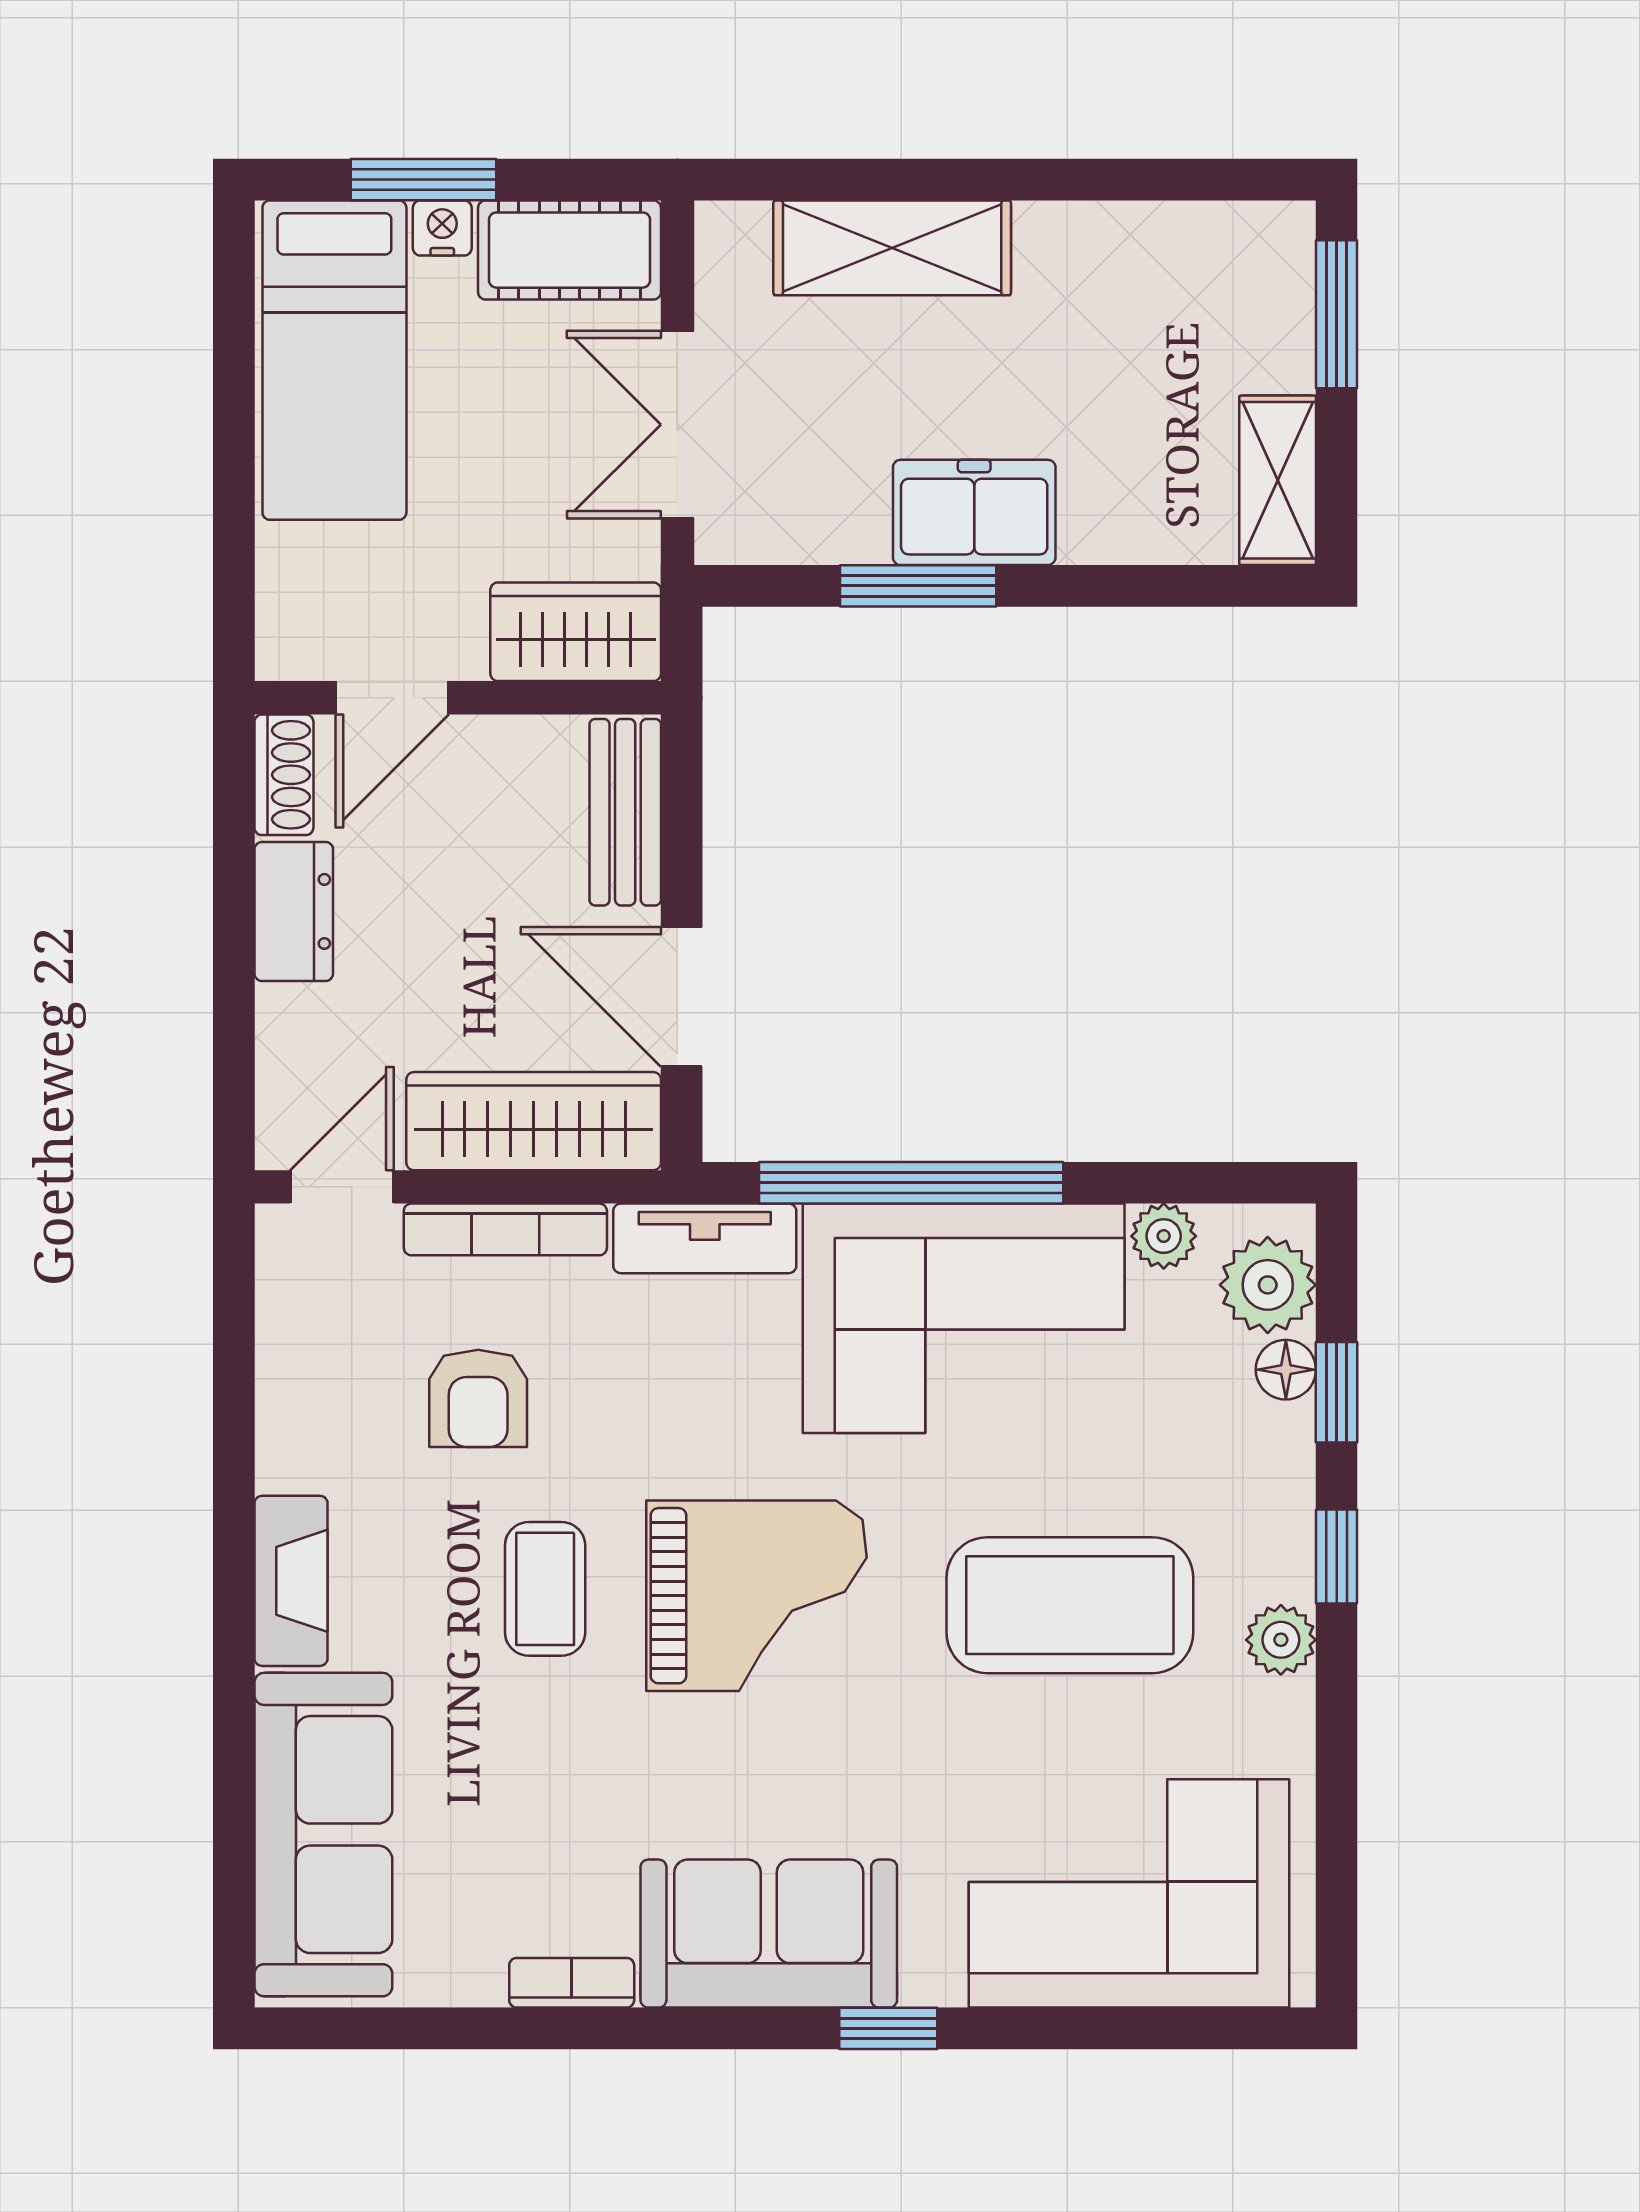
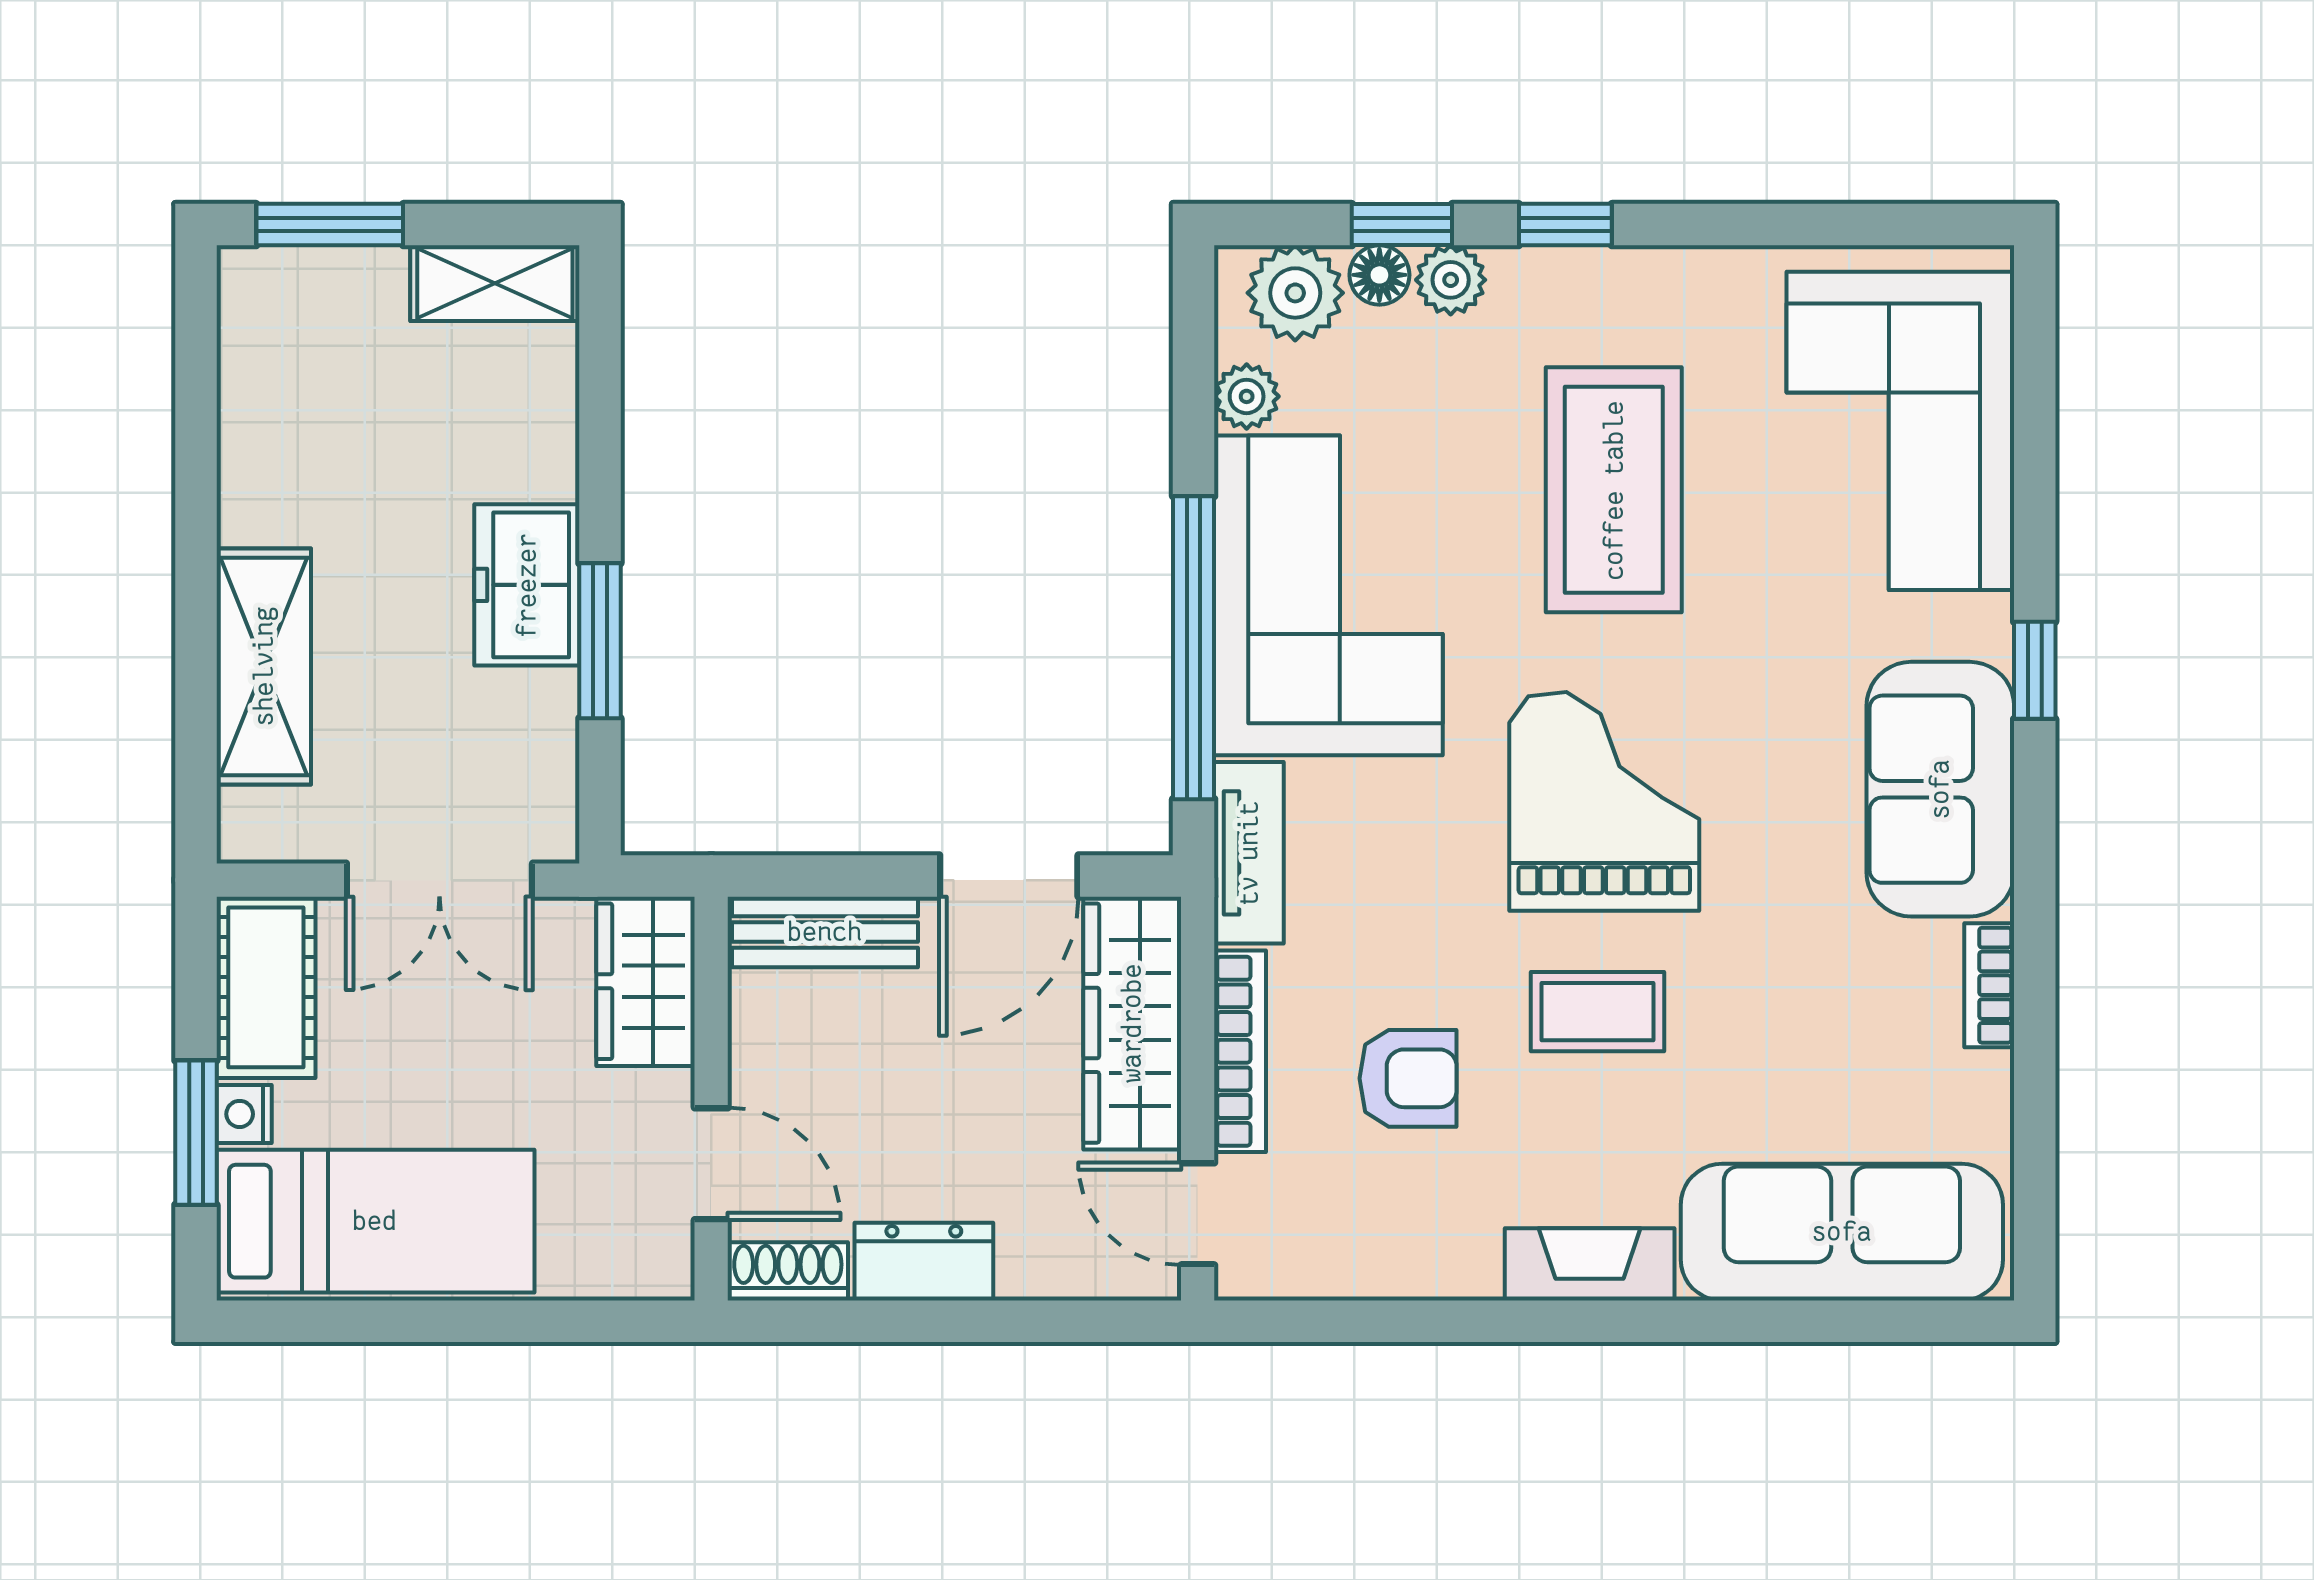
plant: (1281, 1640) -> (1451, 280), moved

